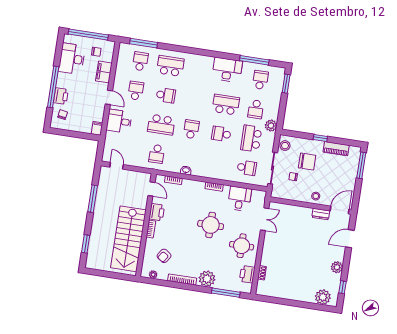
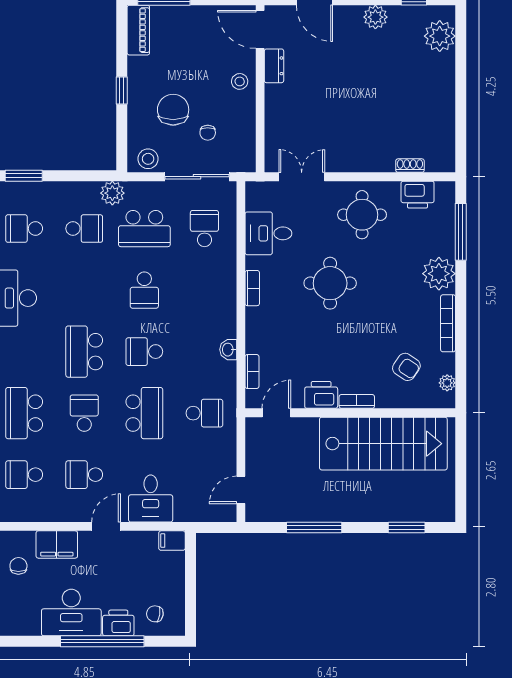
desk: (72, 59) -> (71, 612), moved
school desk: (226, 105) -> (84, 352), moved
piano: (336, 149) -> (138, 30), moved

